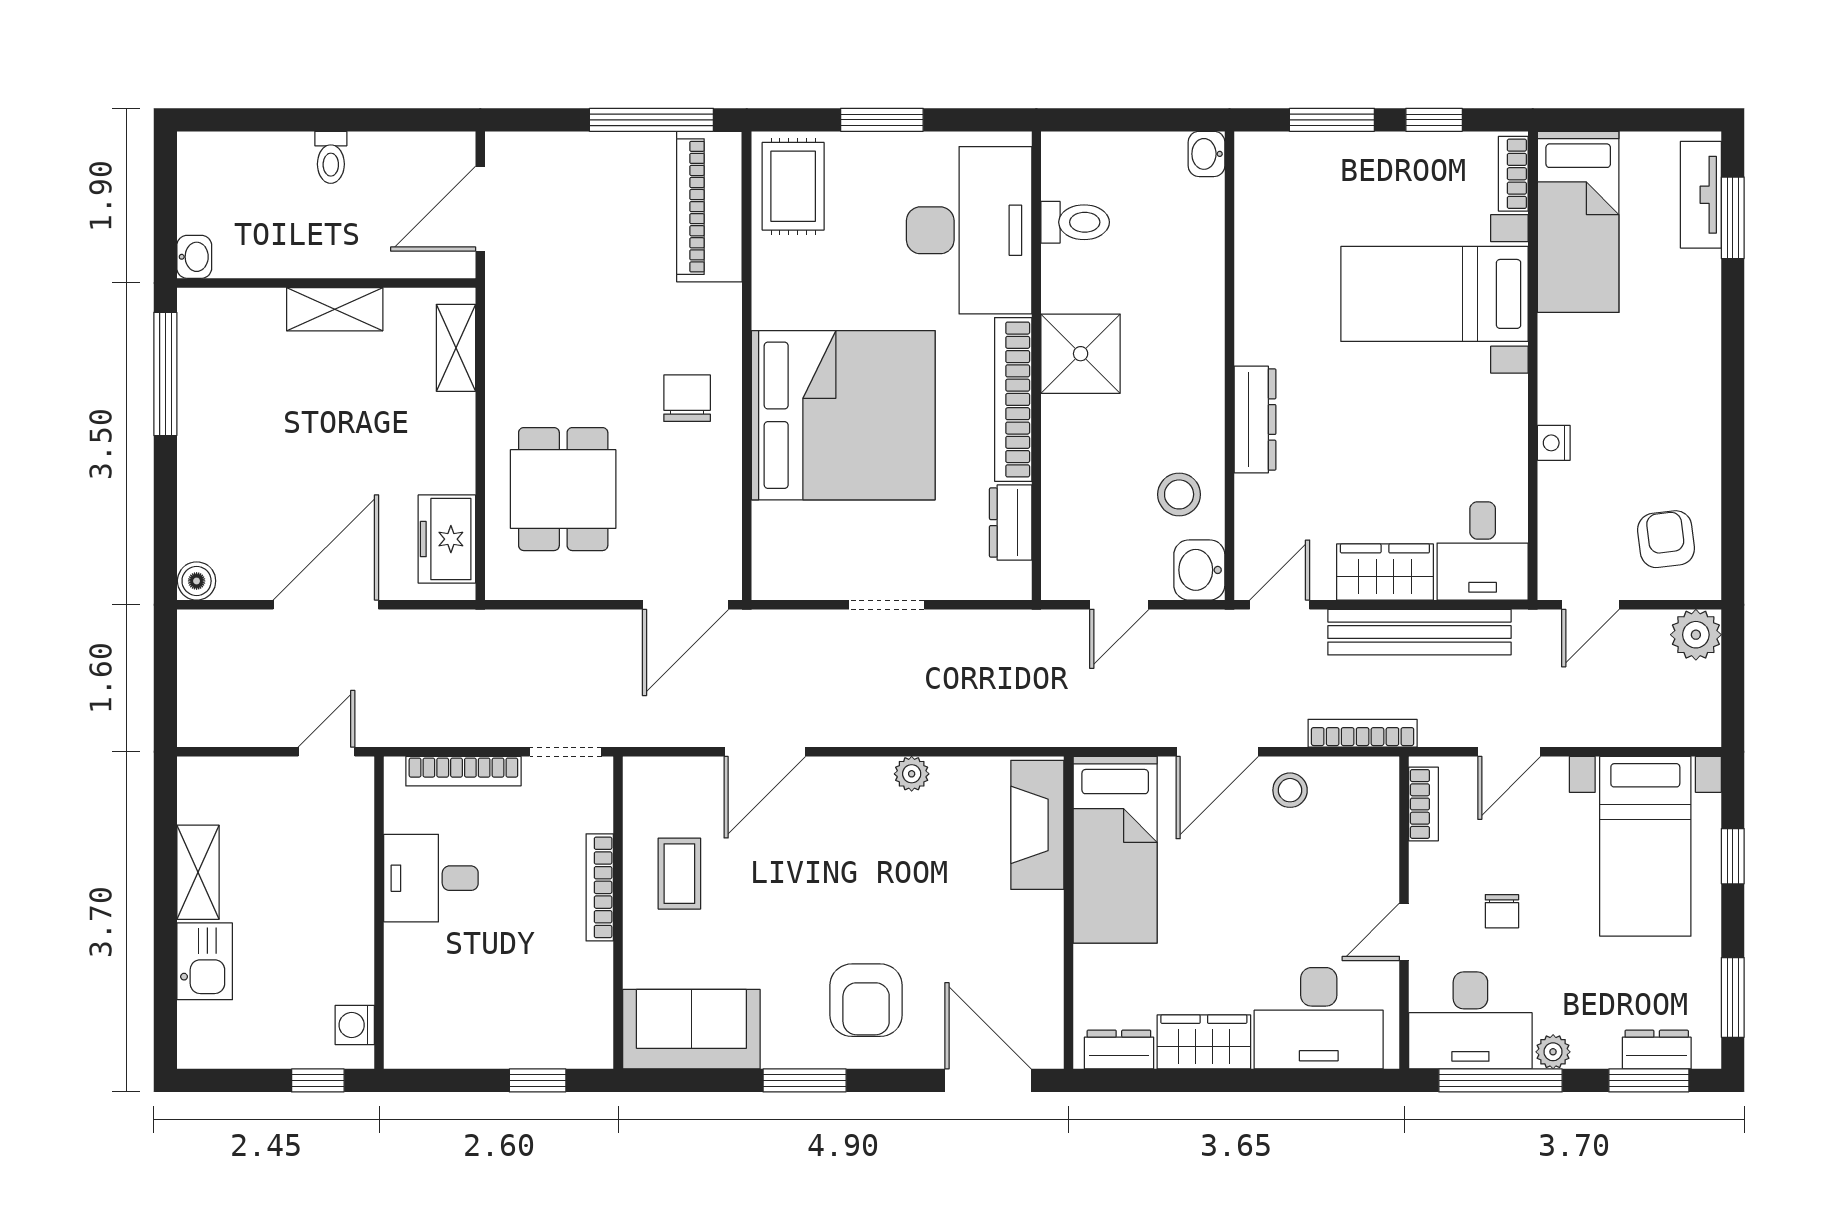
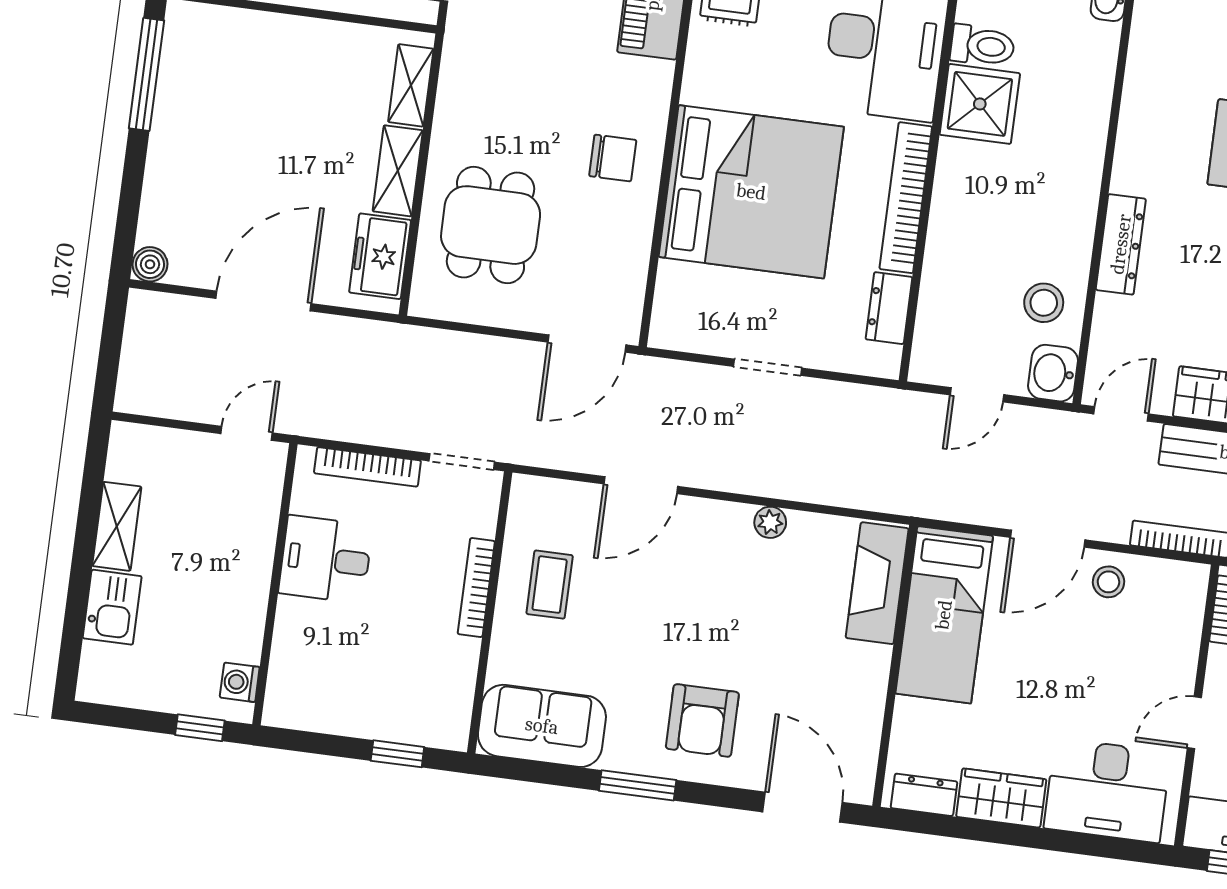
shelving: (335, 309) -> (398, 171), moved, turned 90
shower: (1081, 354) -> (980, 104), moved
chair: (687, 398) -> (613, 158), turned 90

